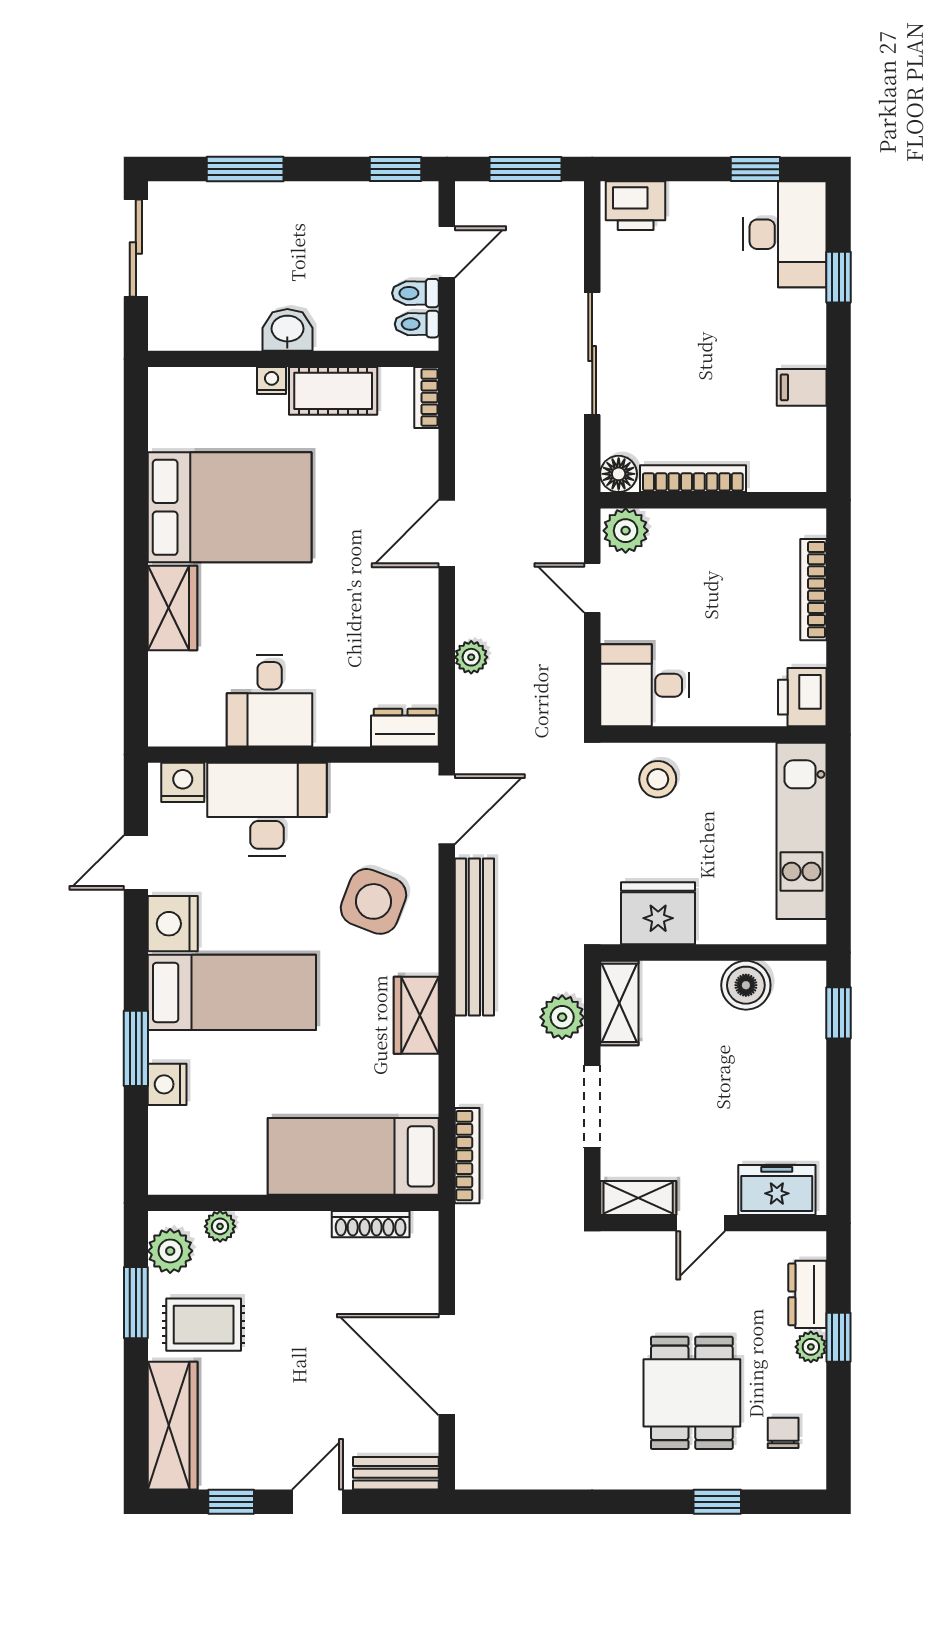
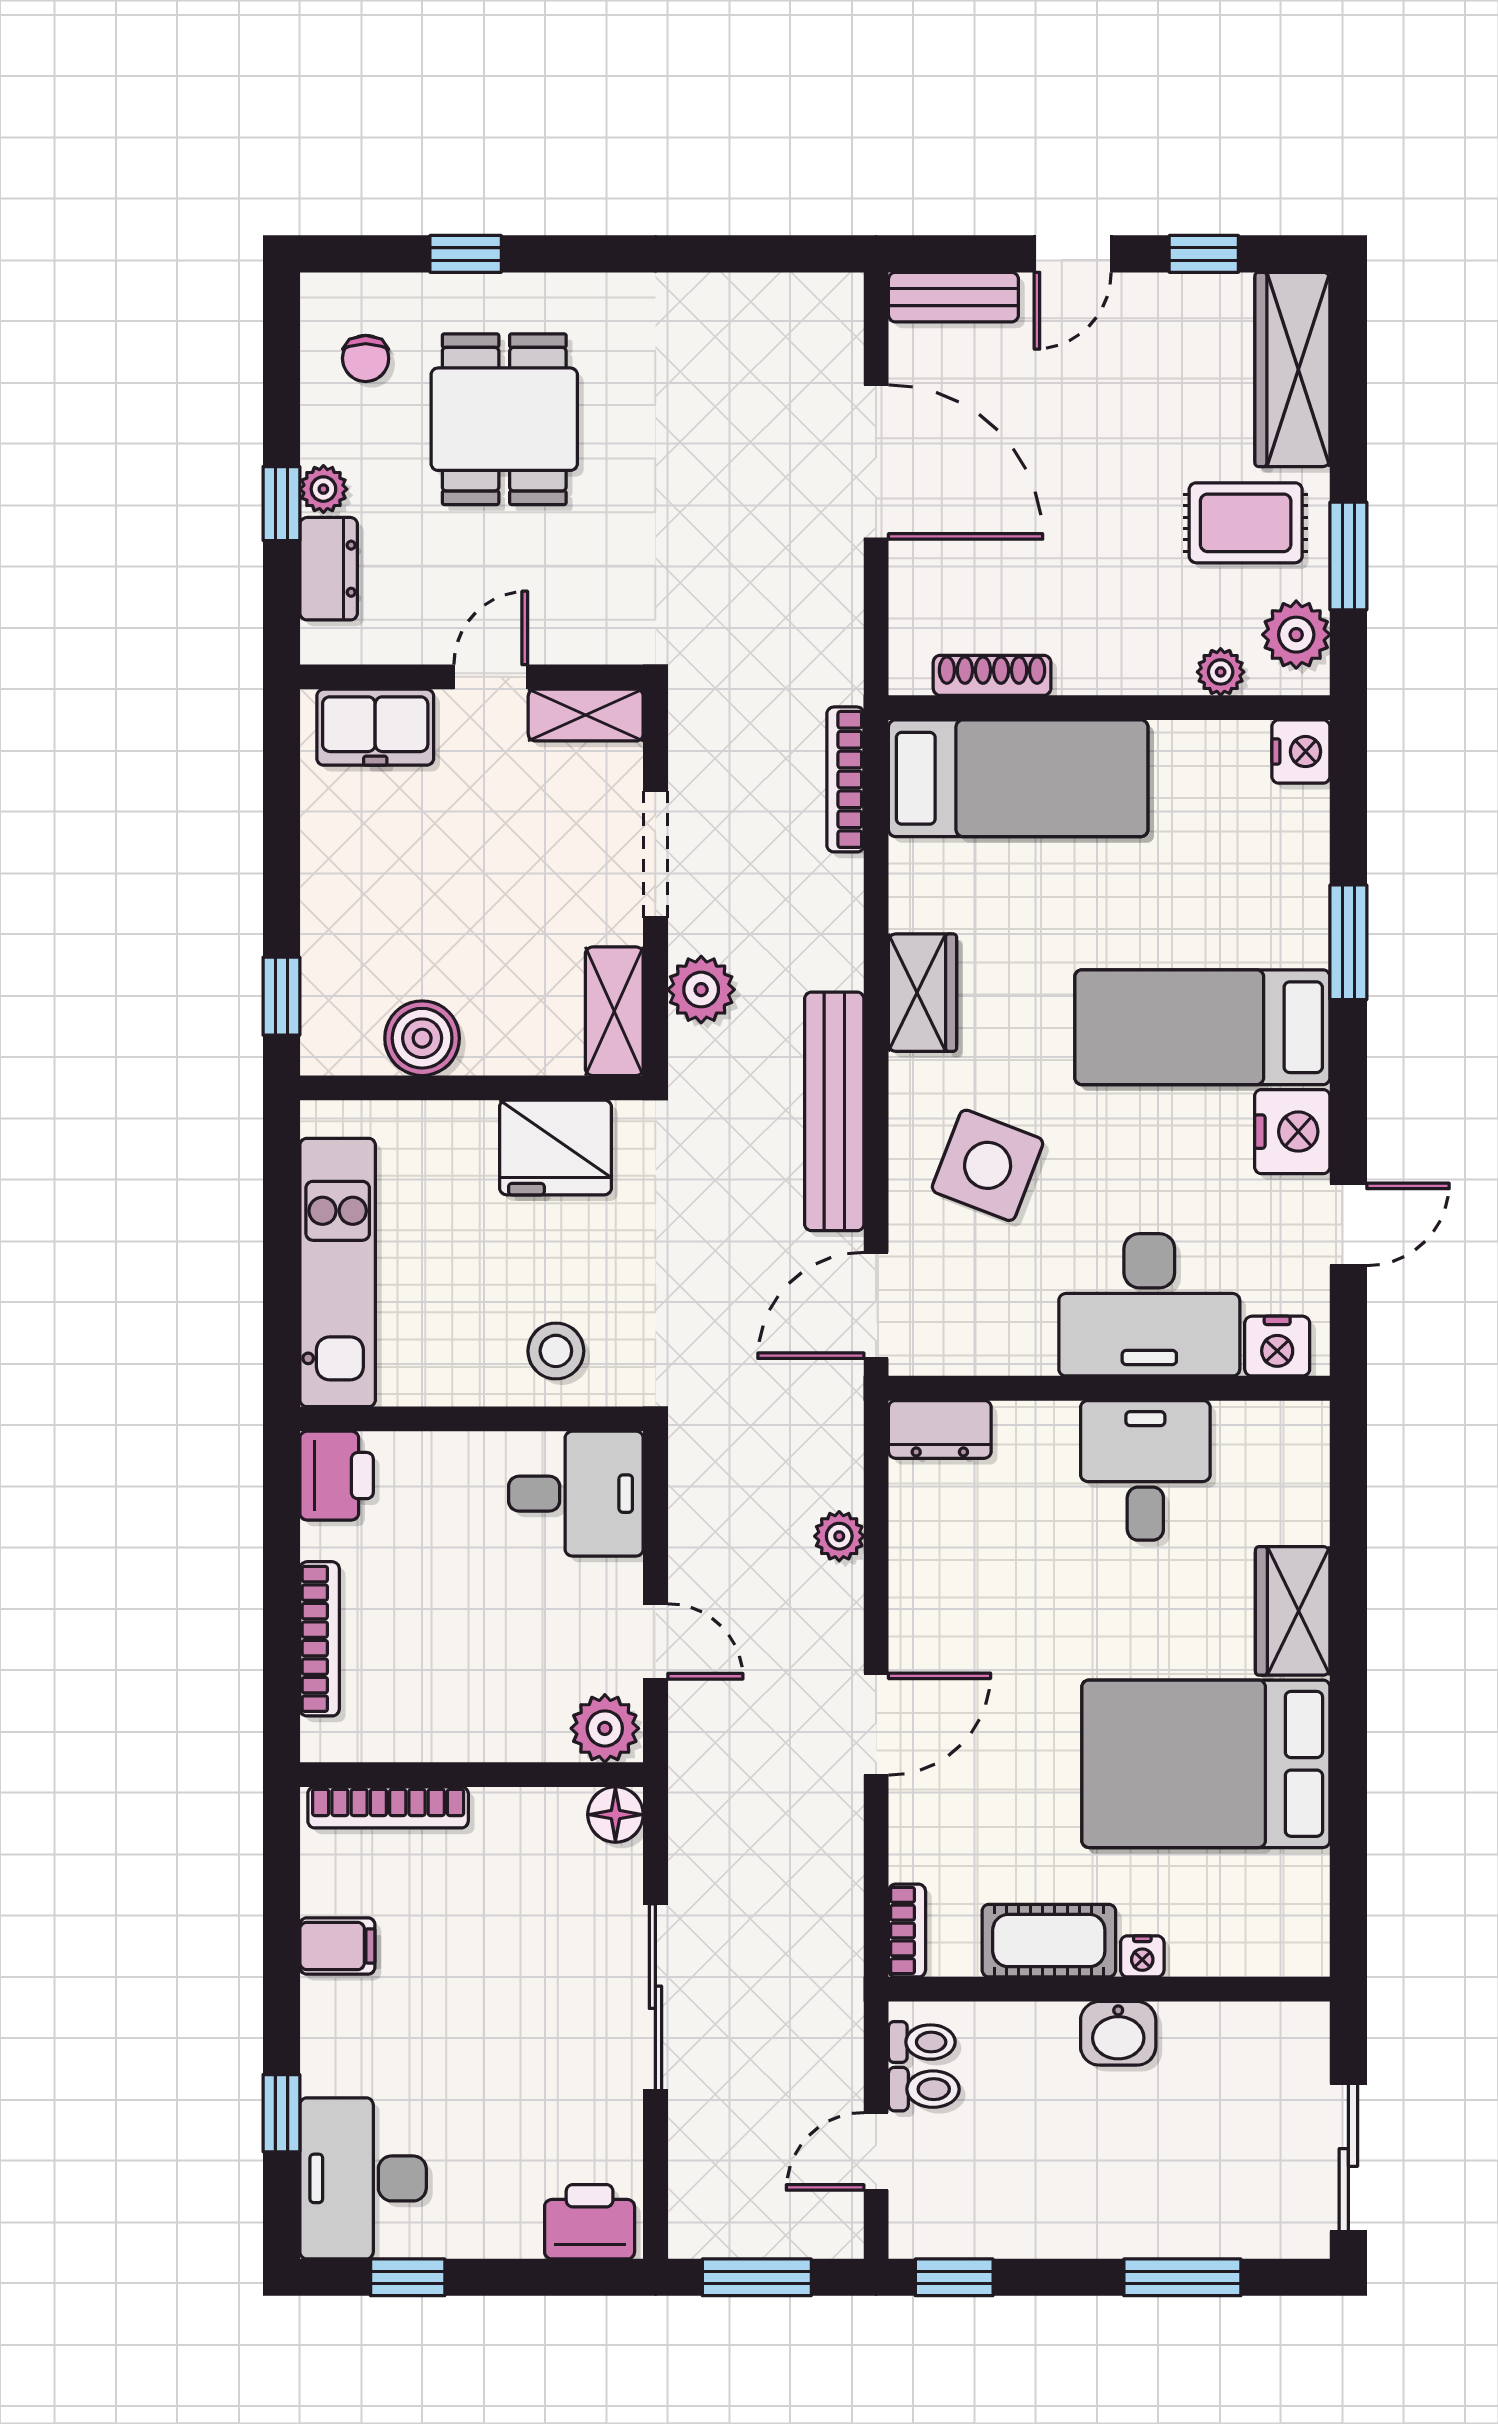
bookcase: (693, 479) -> (388, 1807), moved
nightstand: (167, 1084) -> (1301, 752), moved

